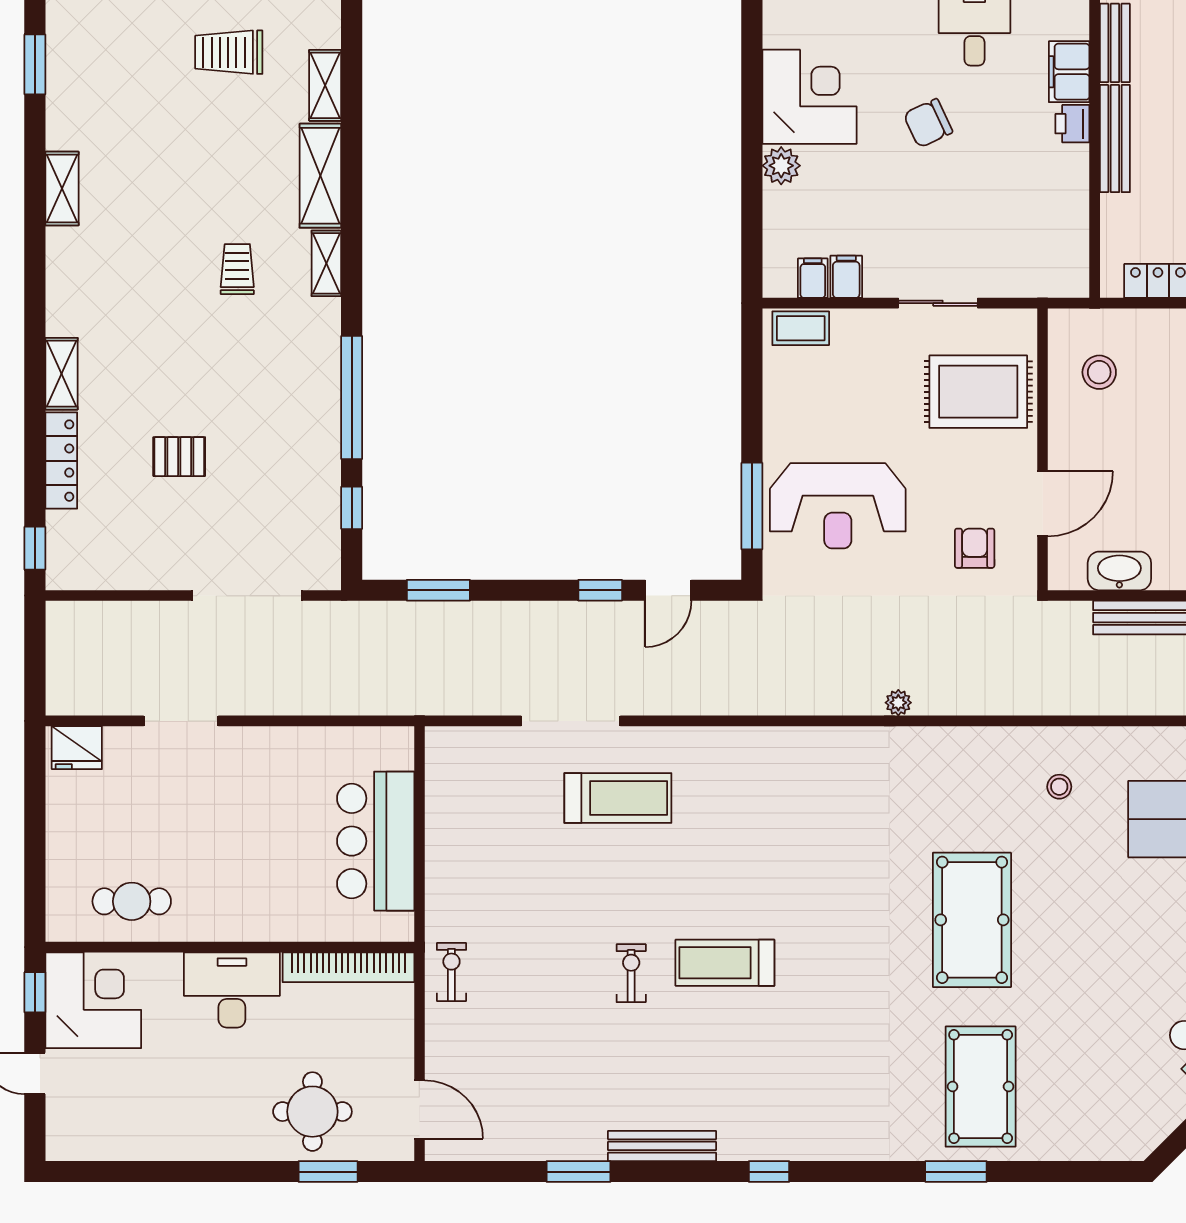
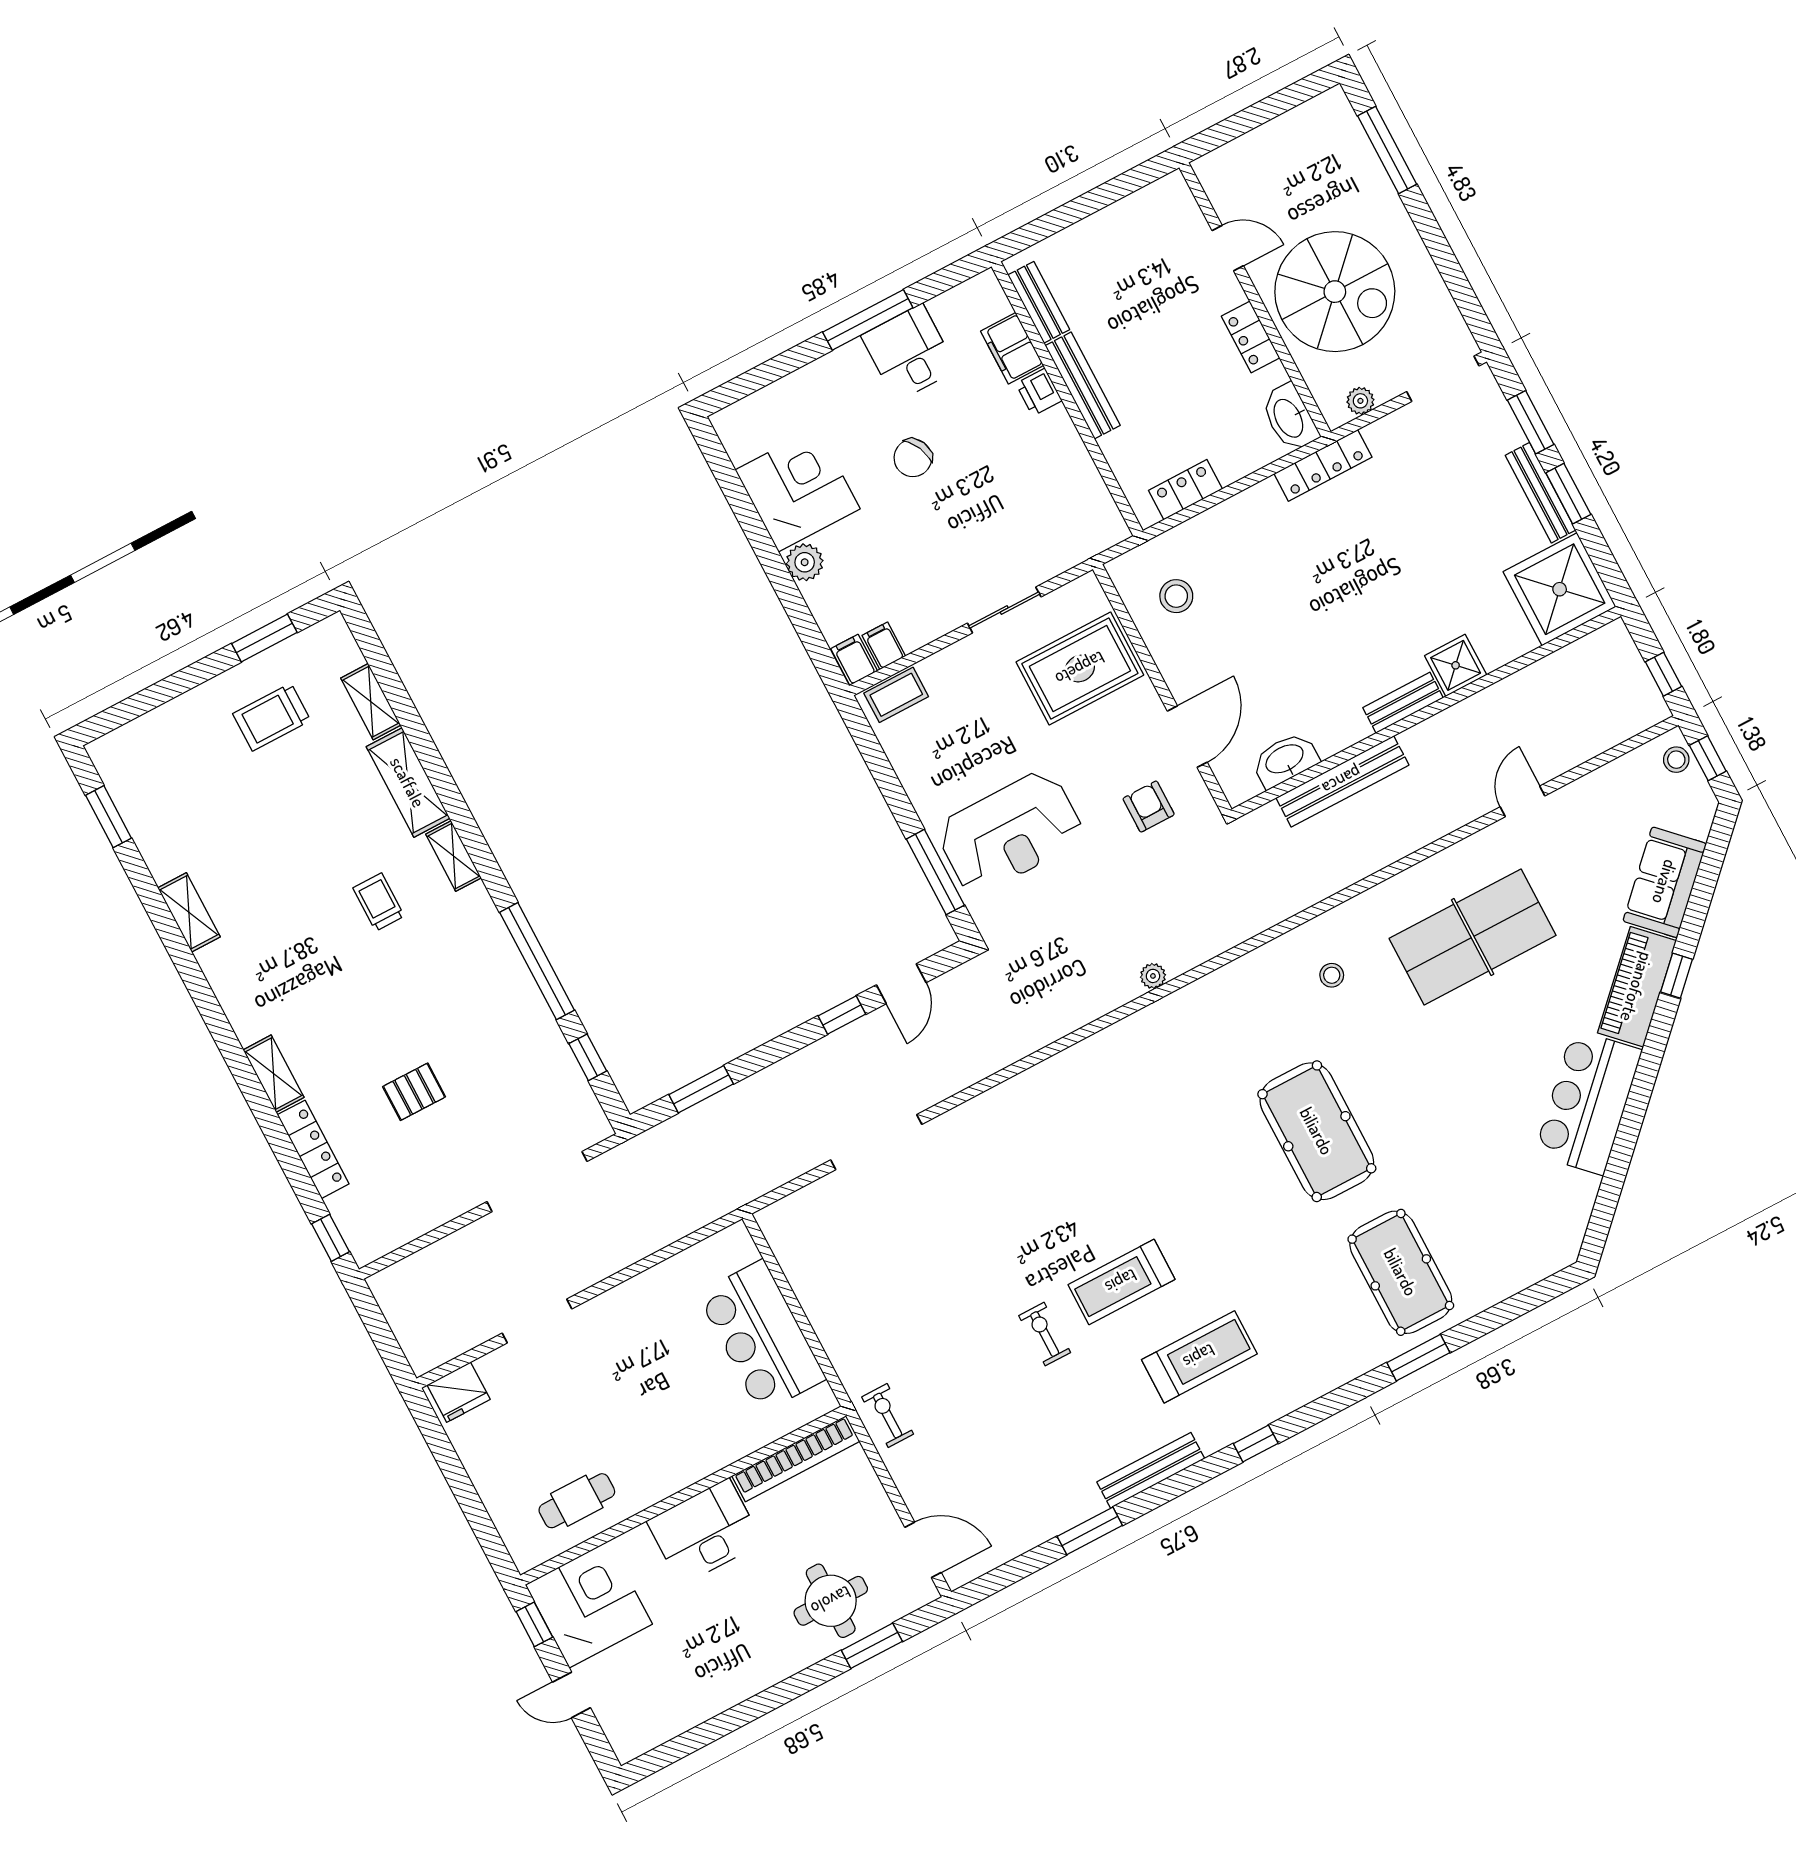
filing cabinet: (846, 277) -> (854, 660), moved
treadmill: (618, 798) -> (1199, 1357), moved

